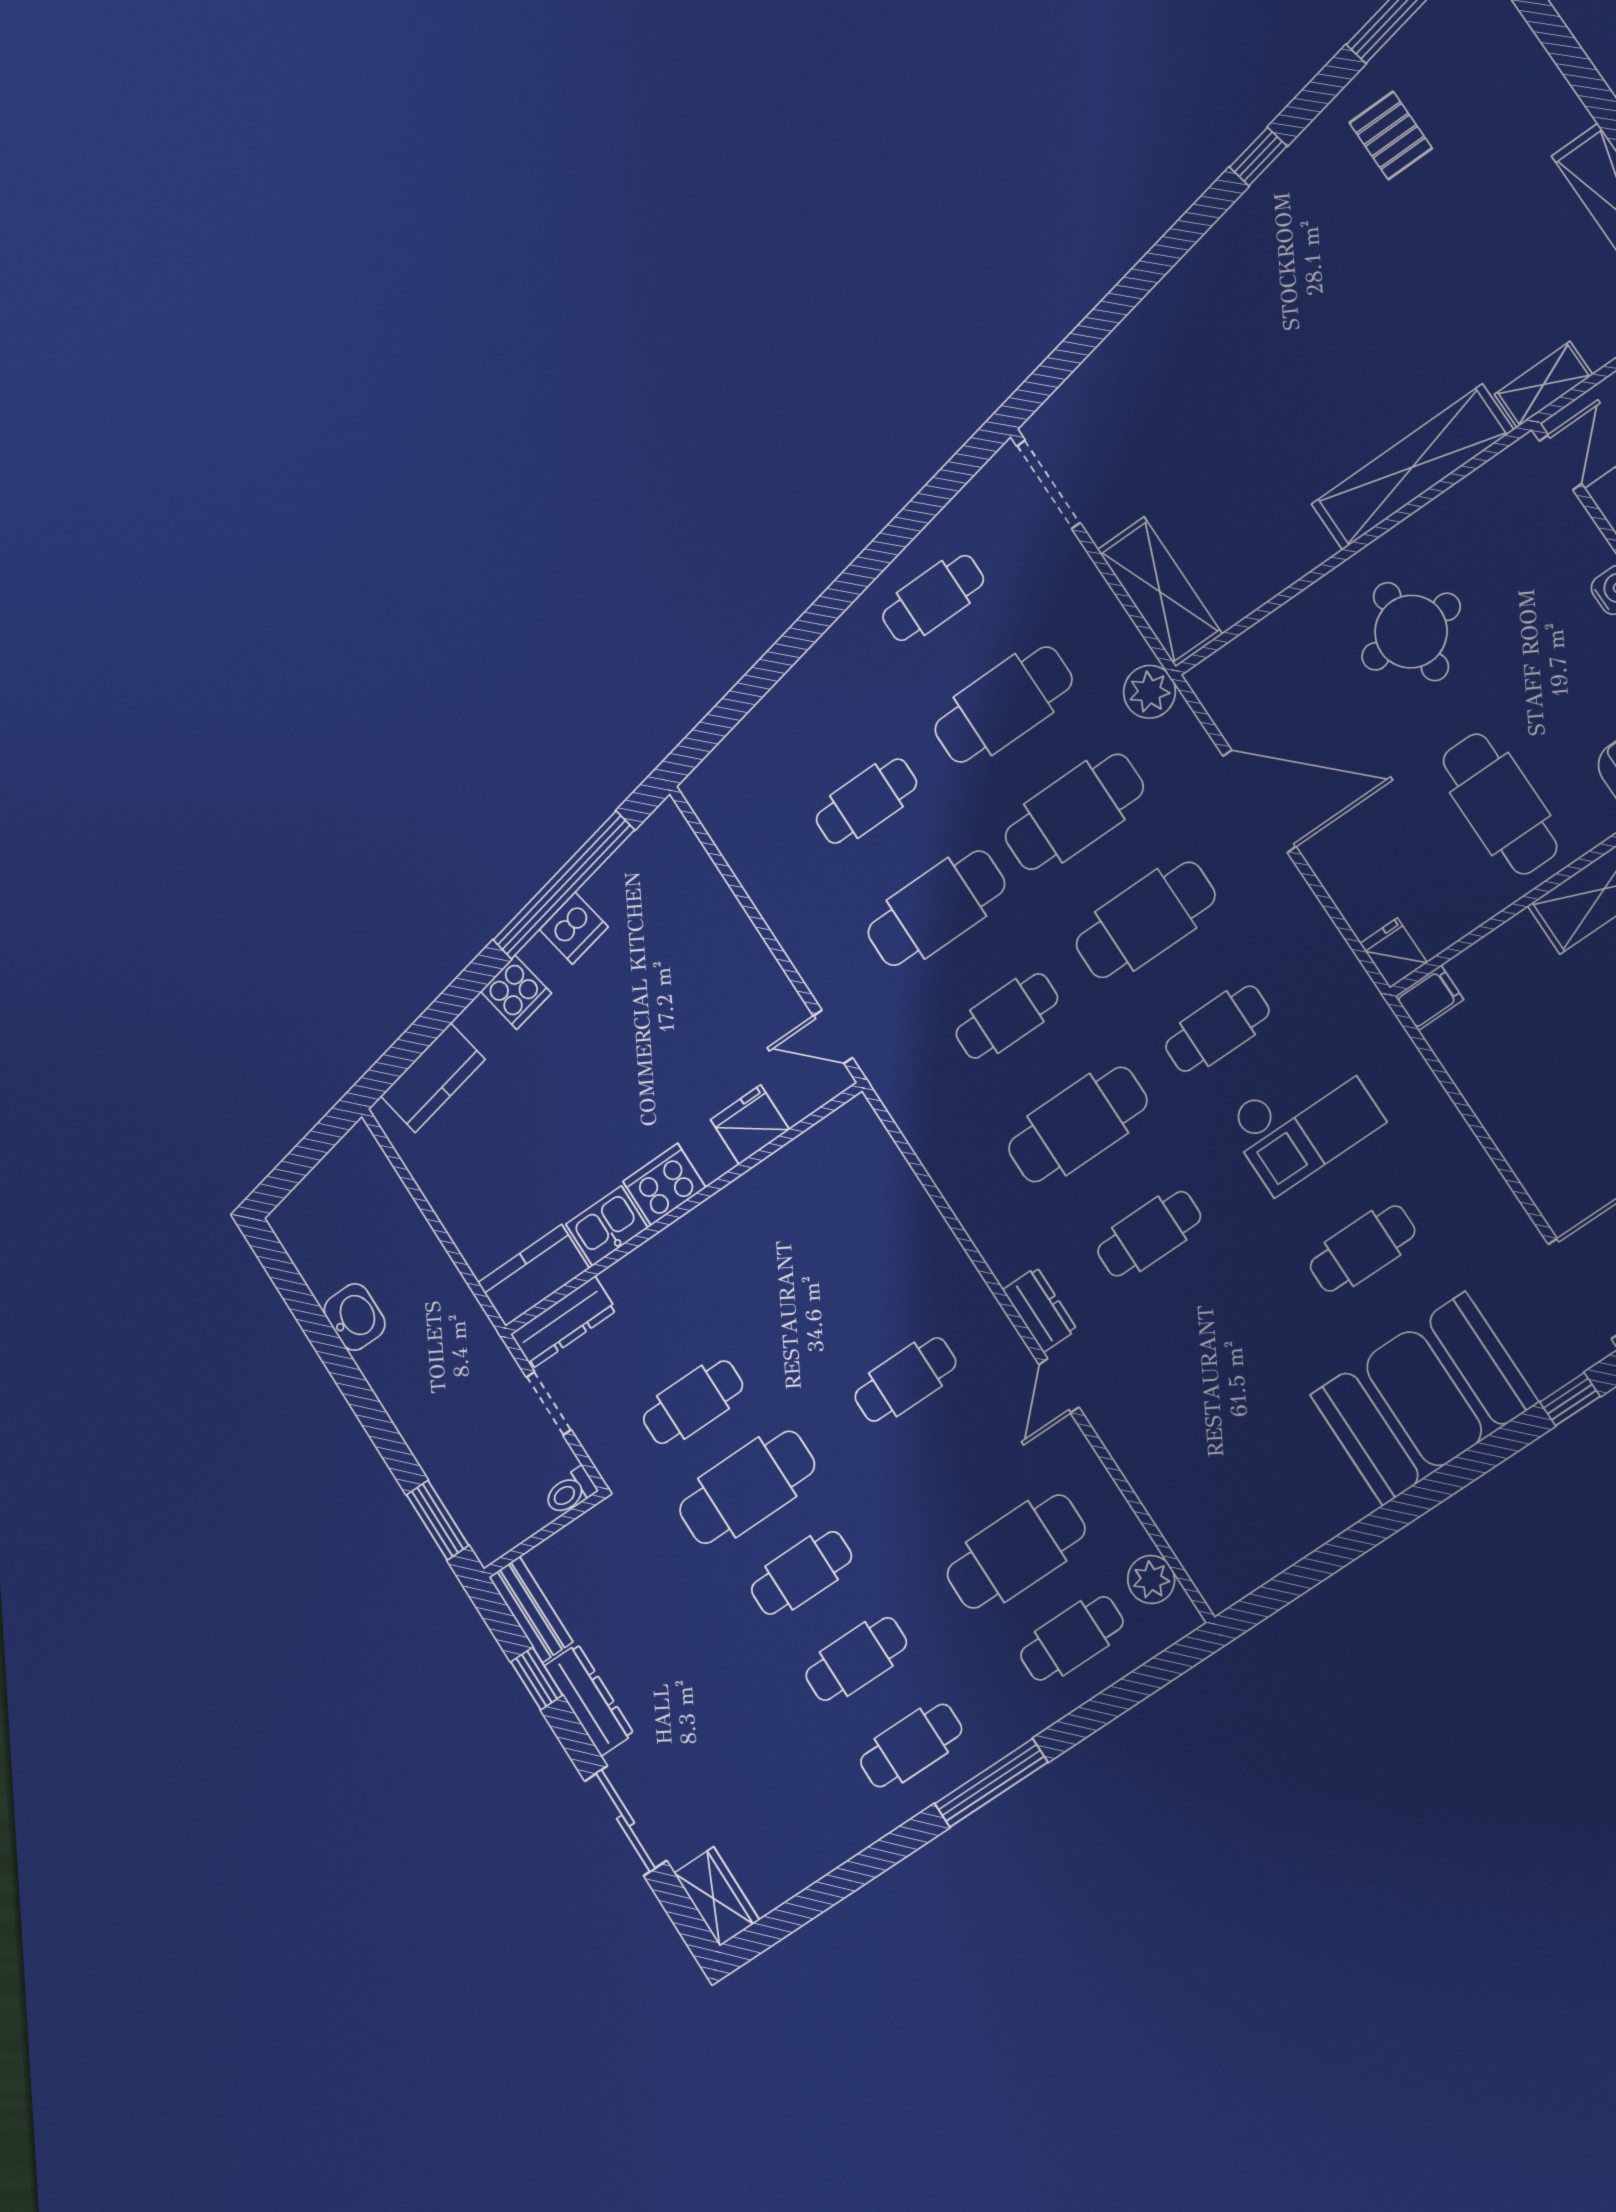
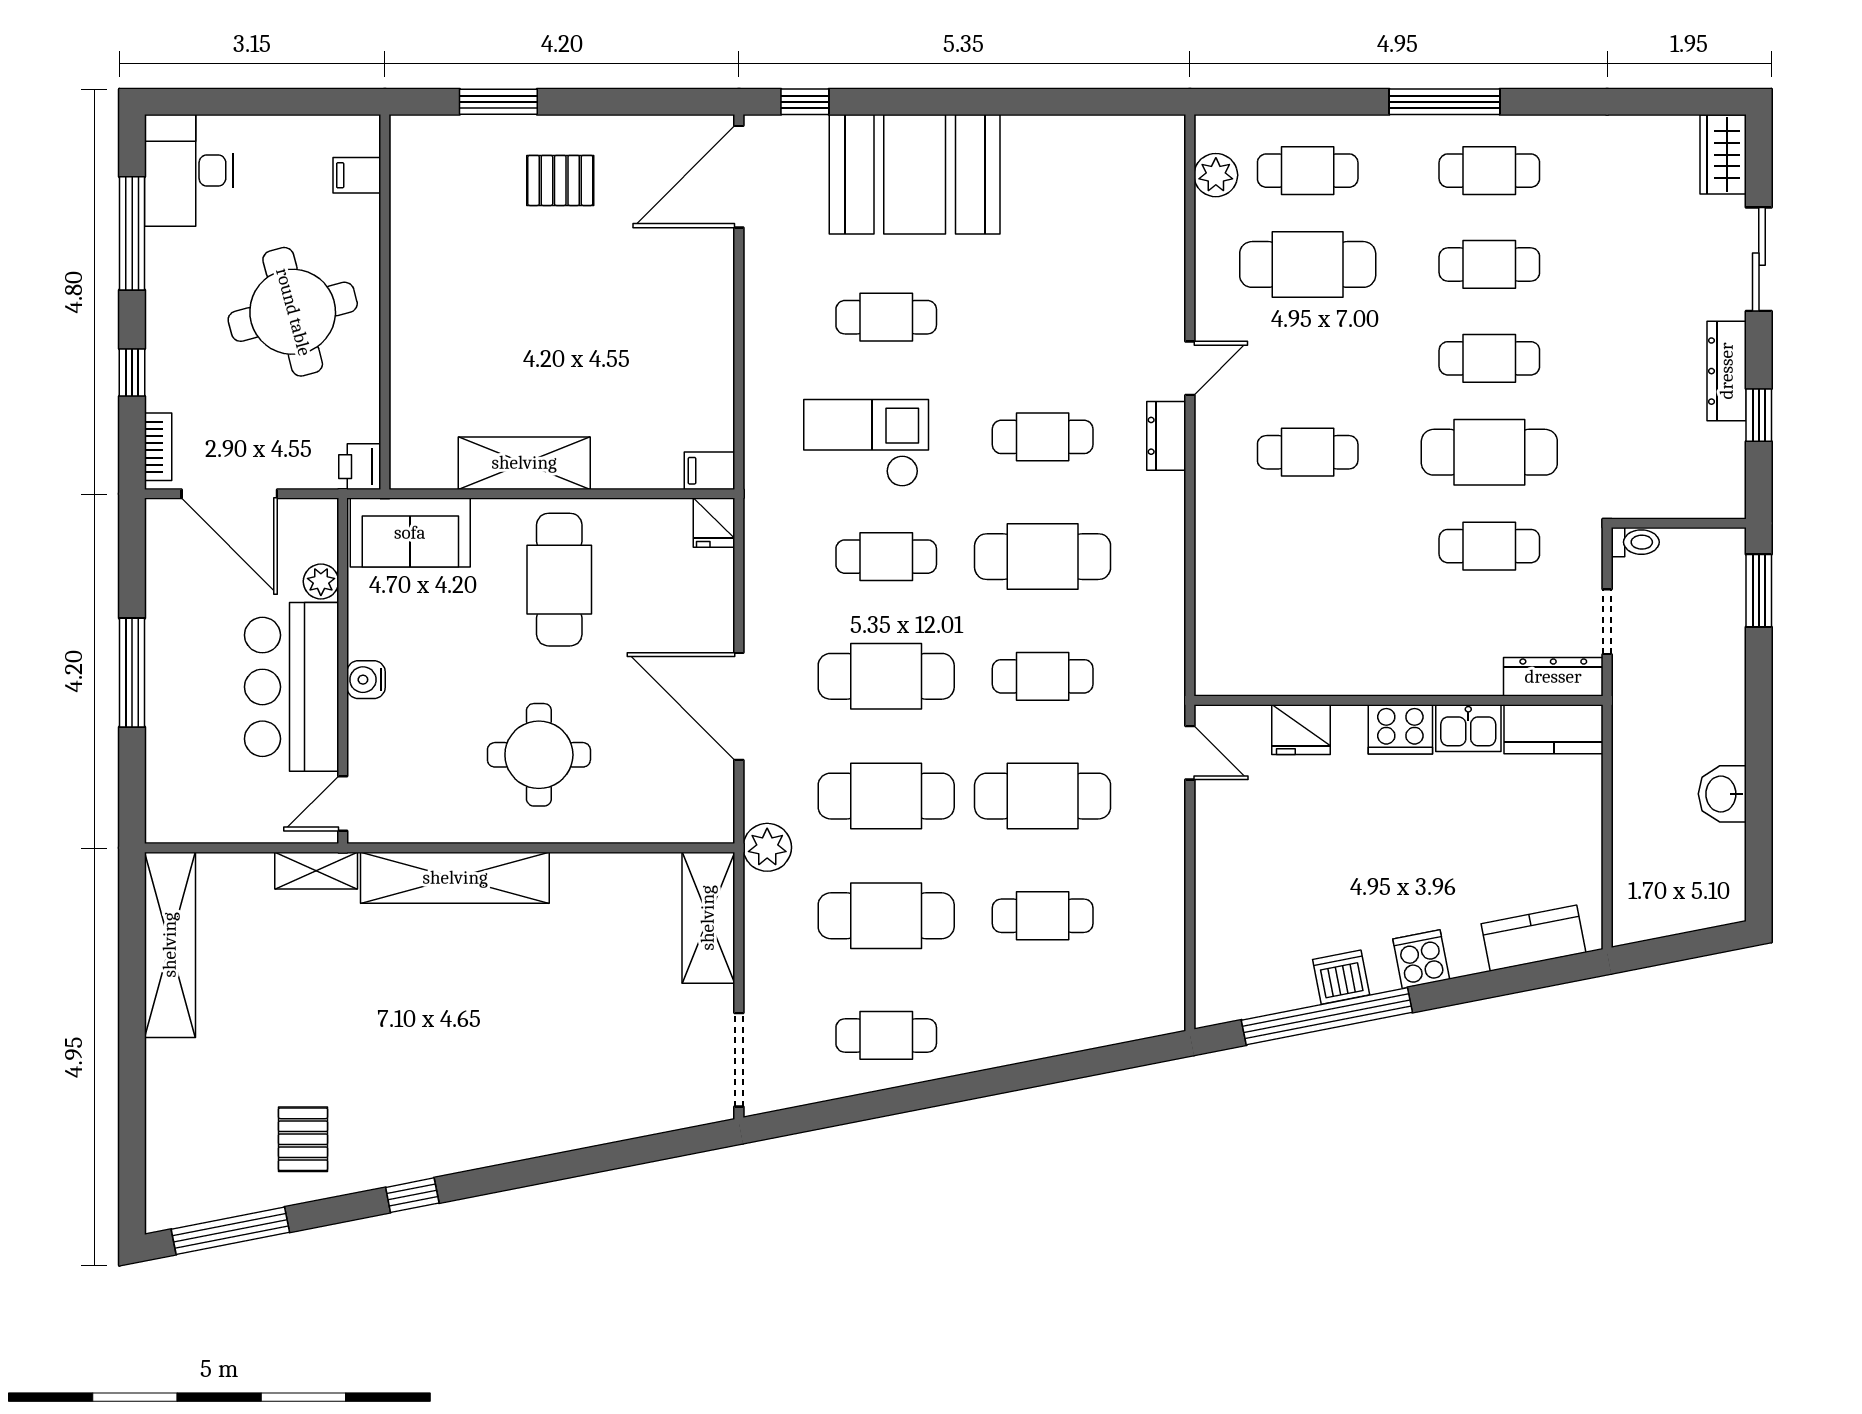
bench: (531, 1609) -> (1728, 472), removed

